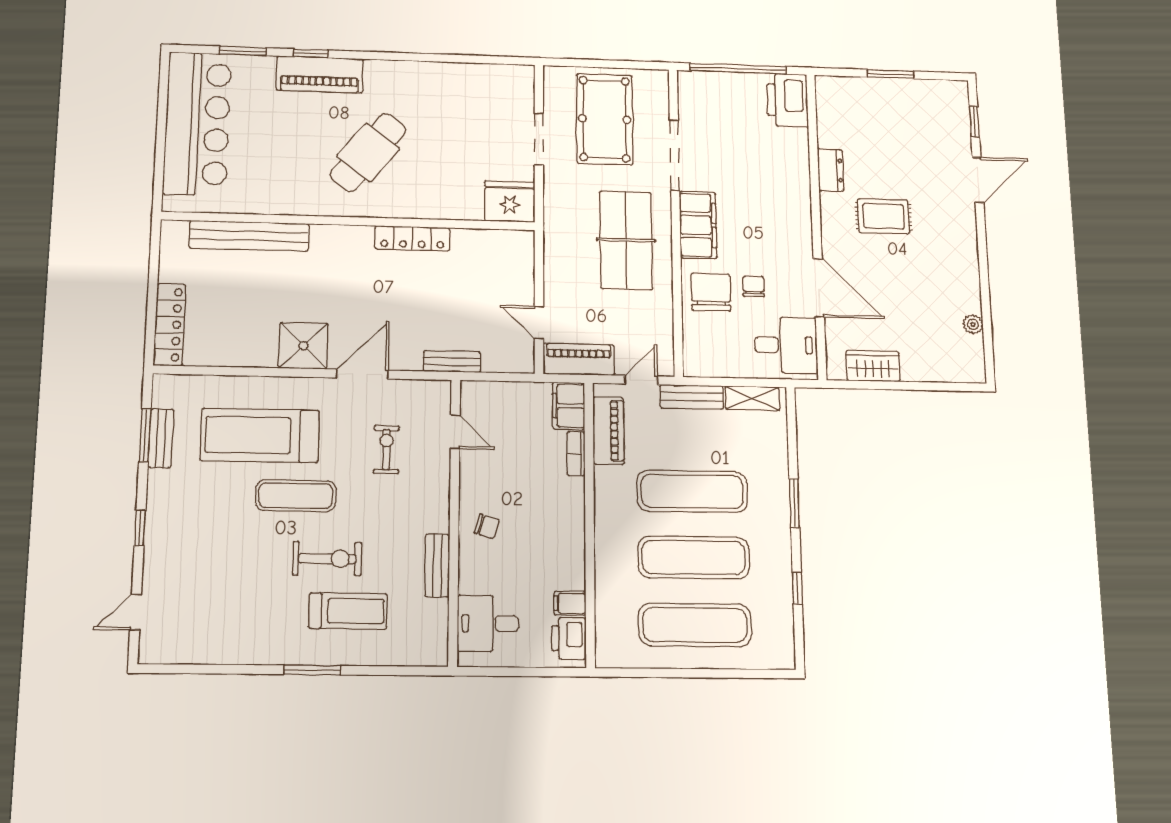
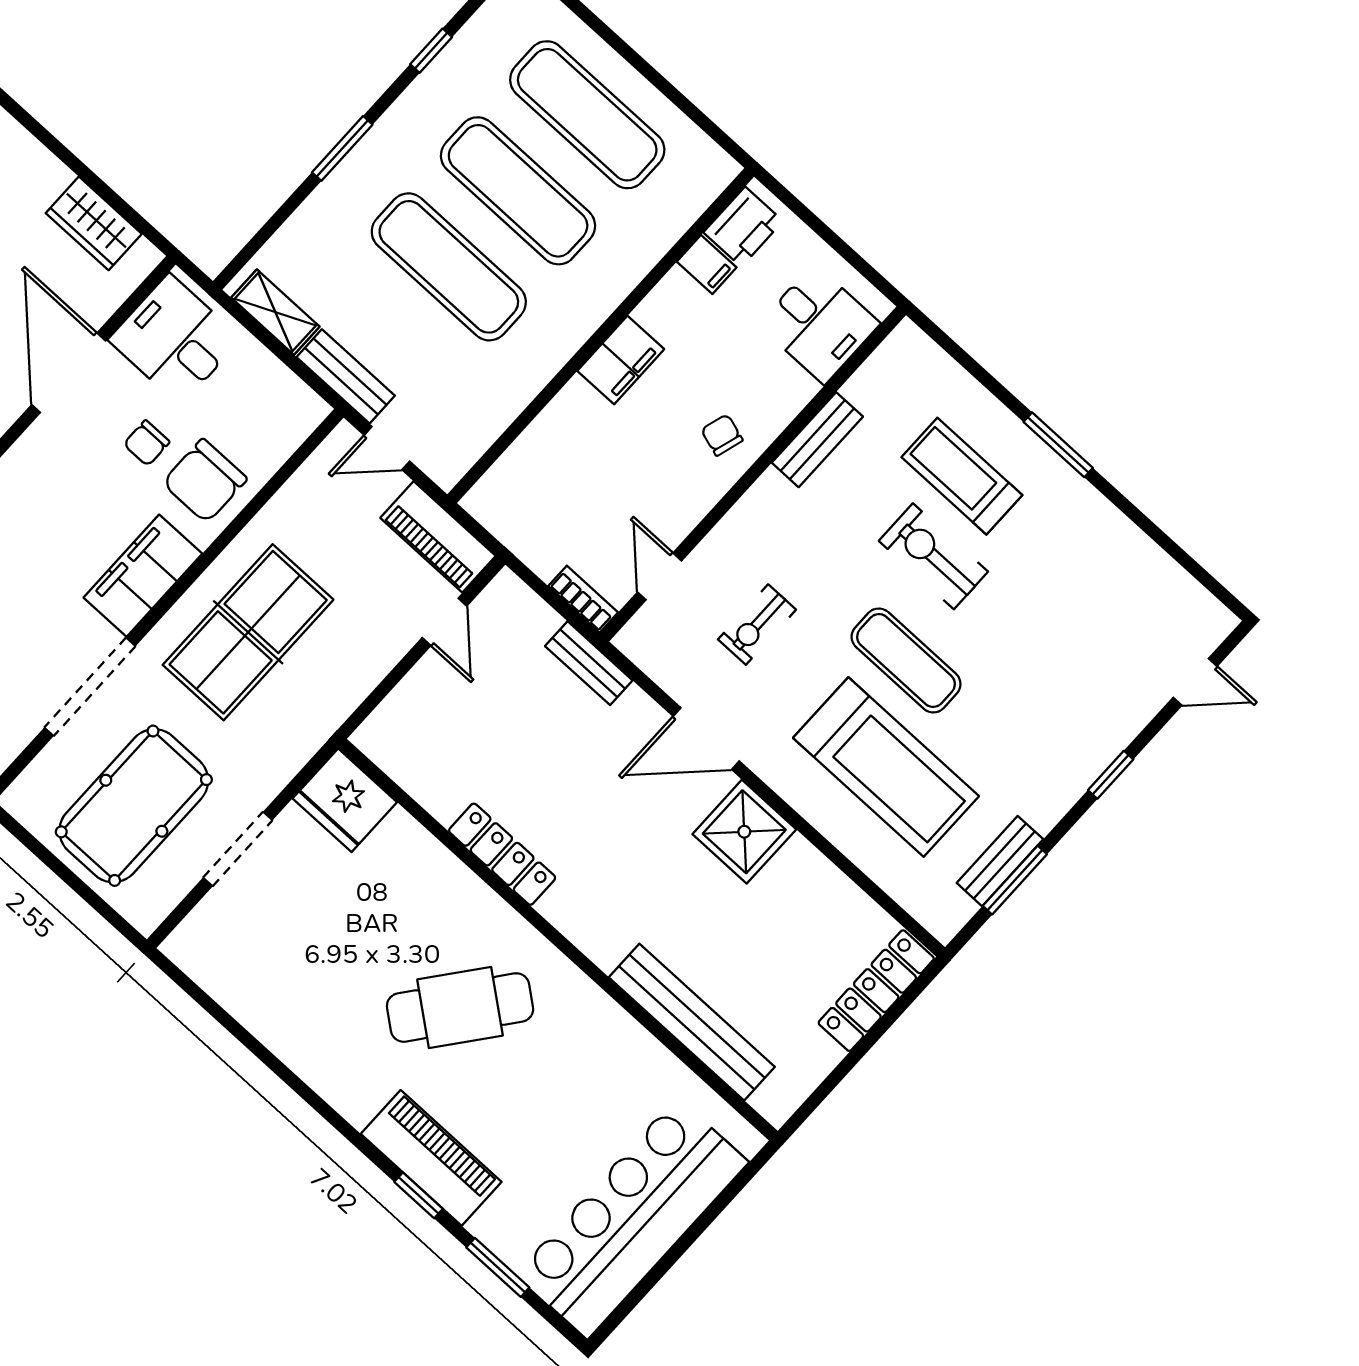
filing cabinet: (569, 406) -> (621, 360), moved
piano: (608, 431) -> (481, 423), removed
bookcase: (576, 454) -> (583, 599), moved, turned -90

